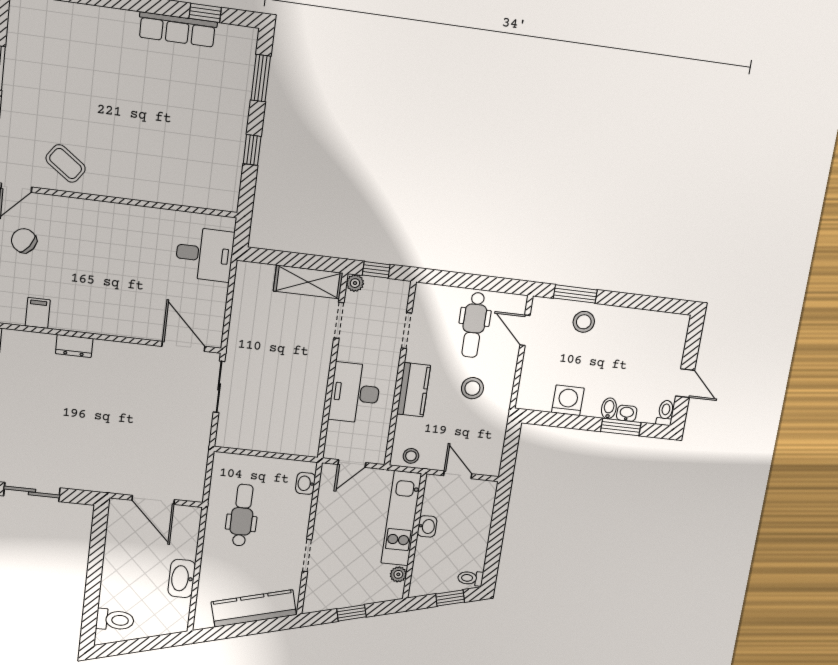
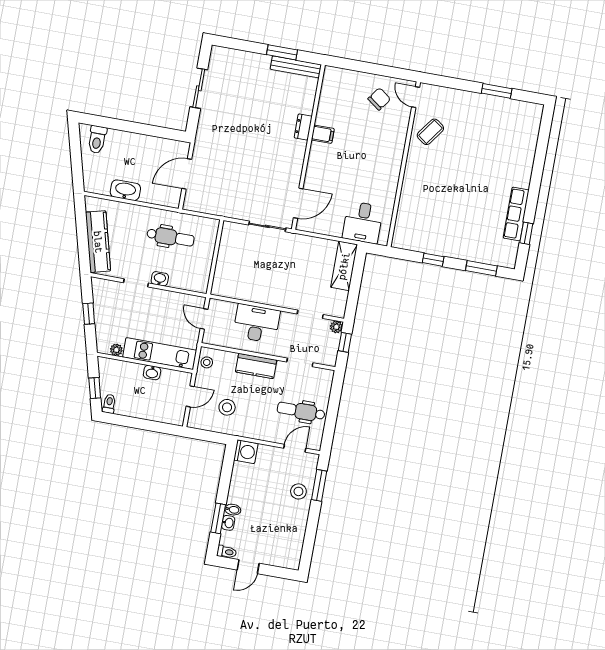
shelving: (308, 282) -> (344, 266), moved
filing cabinet: (38, 313) -> (323, 134), moved
stool: (472, 388) -> (227, 407), moved
washing machine: (568, 400) -> (246, 452), moved
washbasin: (305, 483) -> (160, 279), moved

